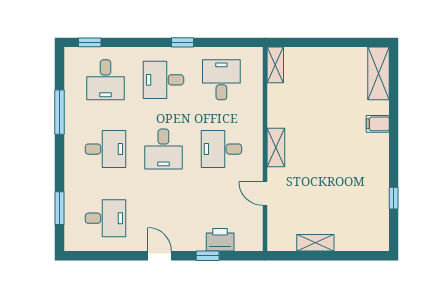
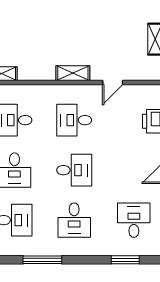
desk: (105, 149) -> (74, 220), turned 180
desk: (221, 149) -> (74, 120), turned 90

